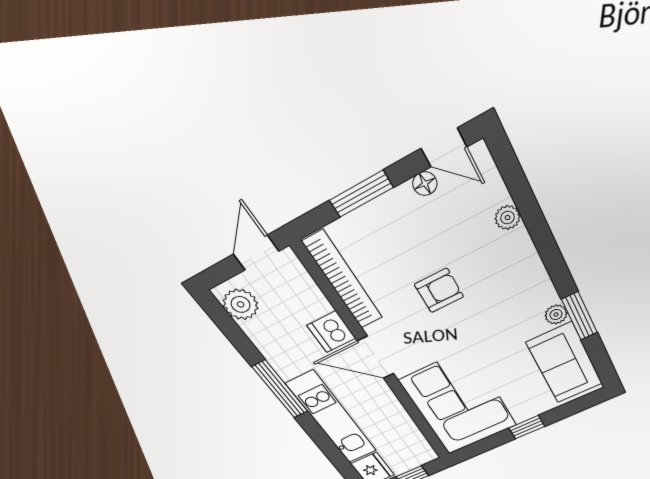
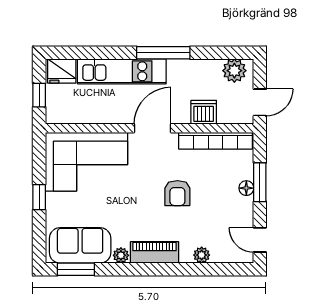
door: (444, 148) -> (260, 240), hinge flipped
floor lamp: (425, 184) -> (246, 188), moved
door: (256, 253) -> (260, 102), hinge flipped
piano: (533, 278) -> (154, 252), added
window: (580, 316) -> (76, 269), moved
dishwasher: (331, 332) -> (204, 112), moved

